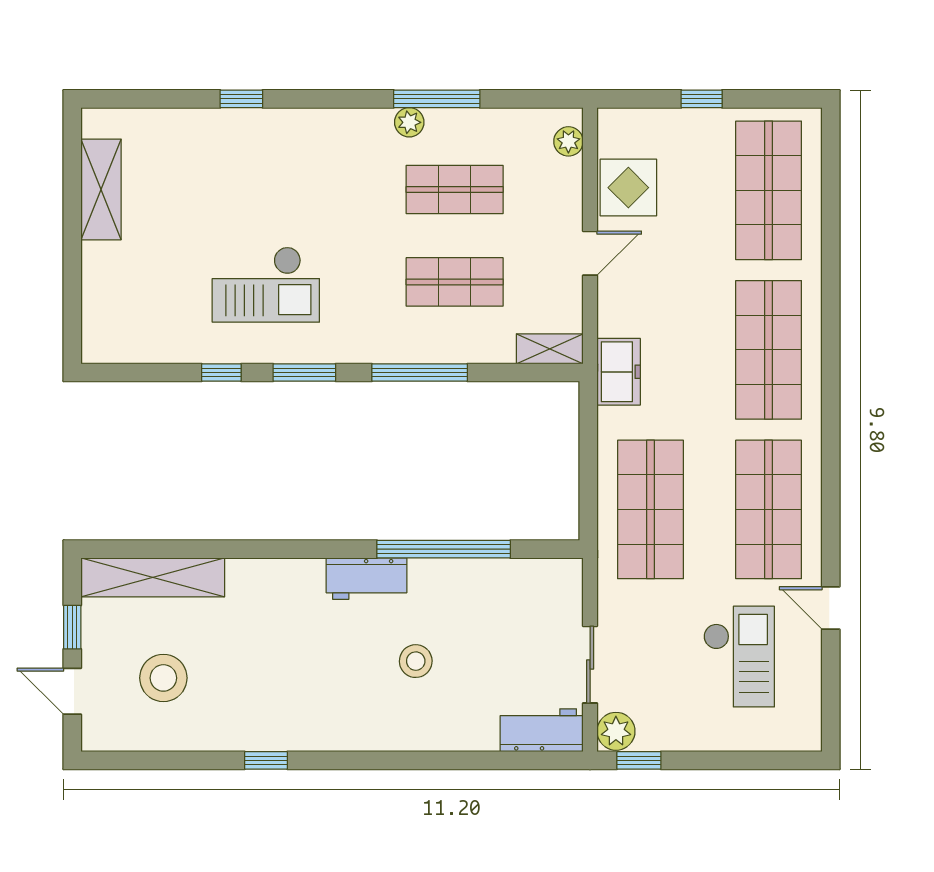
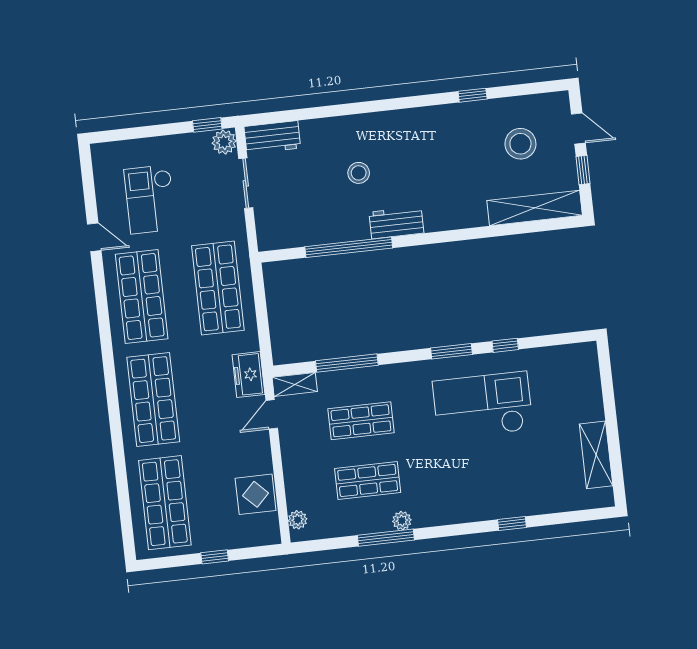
door: (590, 253) -> (272, 414), moved
checkout: (266, 285) -> (483, 405), width x1.36, depth x1.21
window: (420, 373) -> (347, 363), moved
window: (266, 760) -> (473, 95), moved

